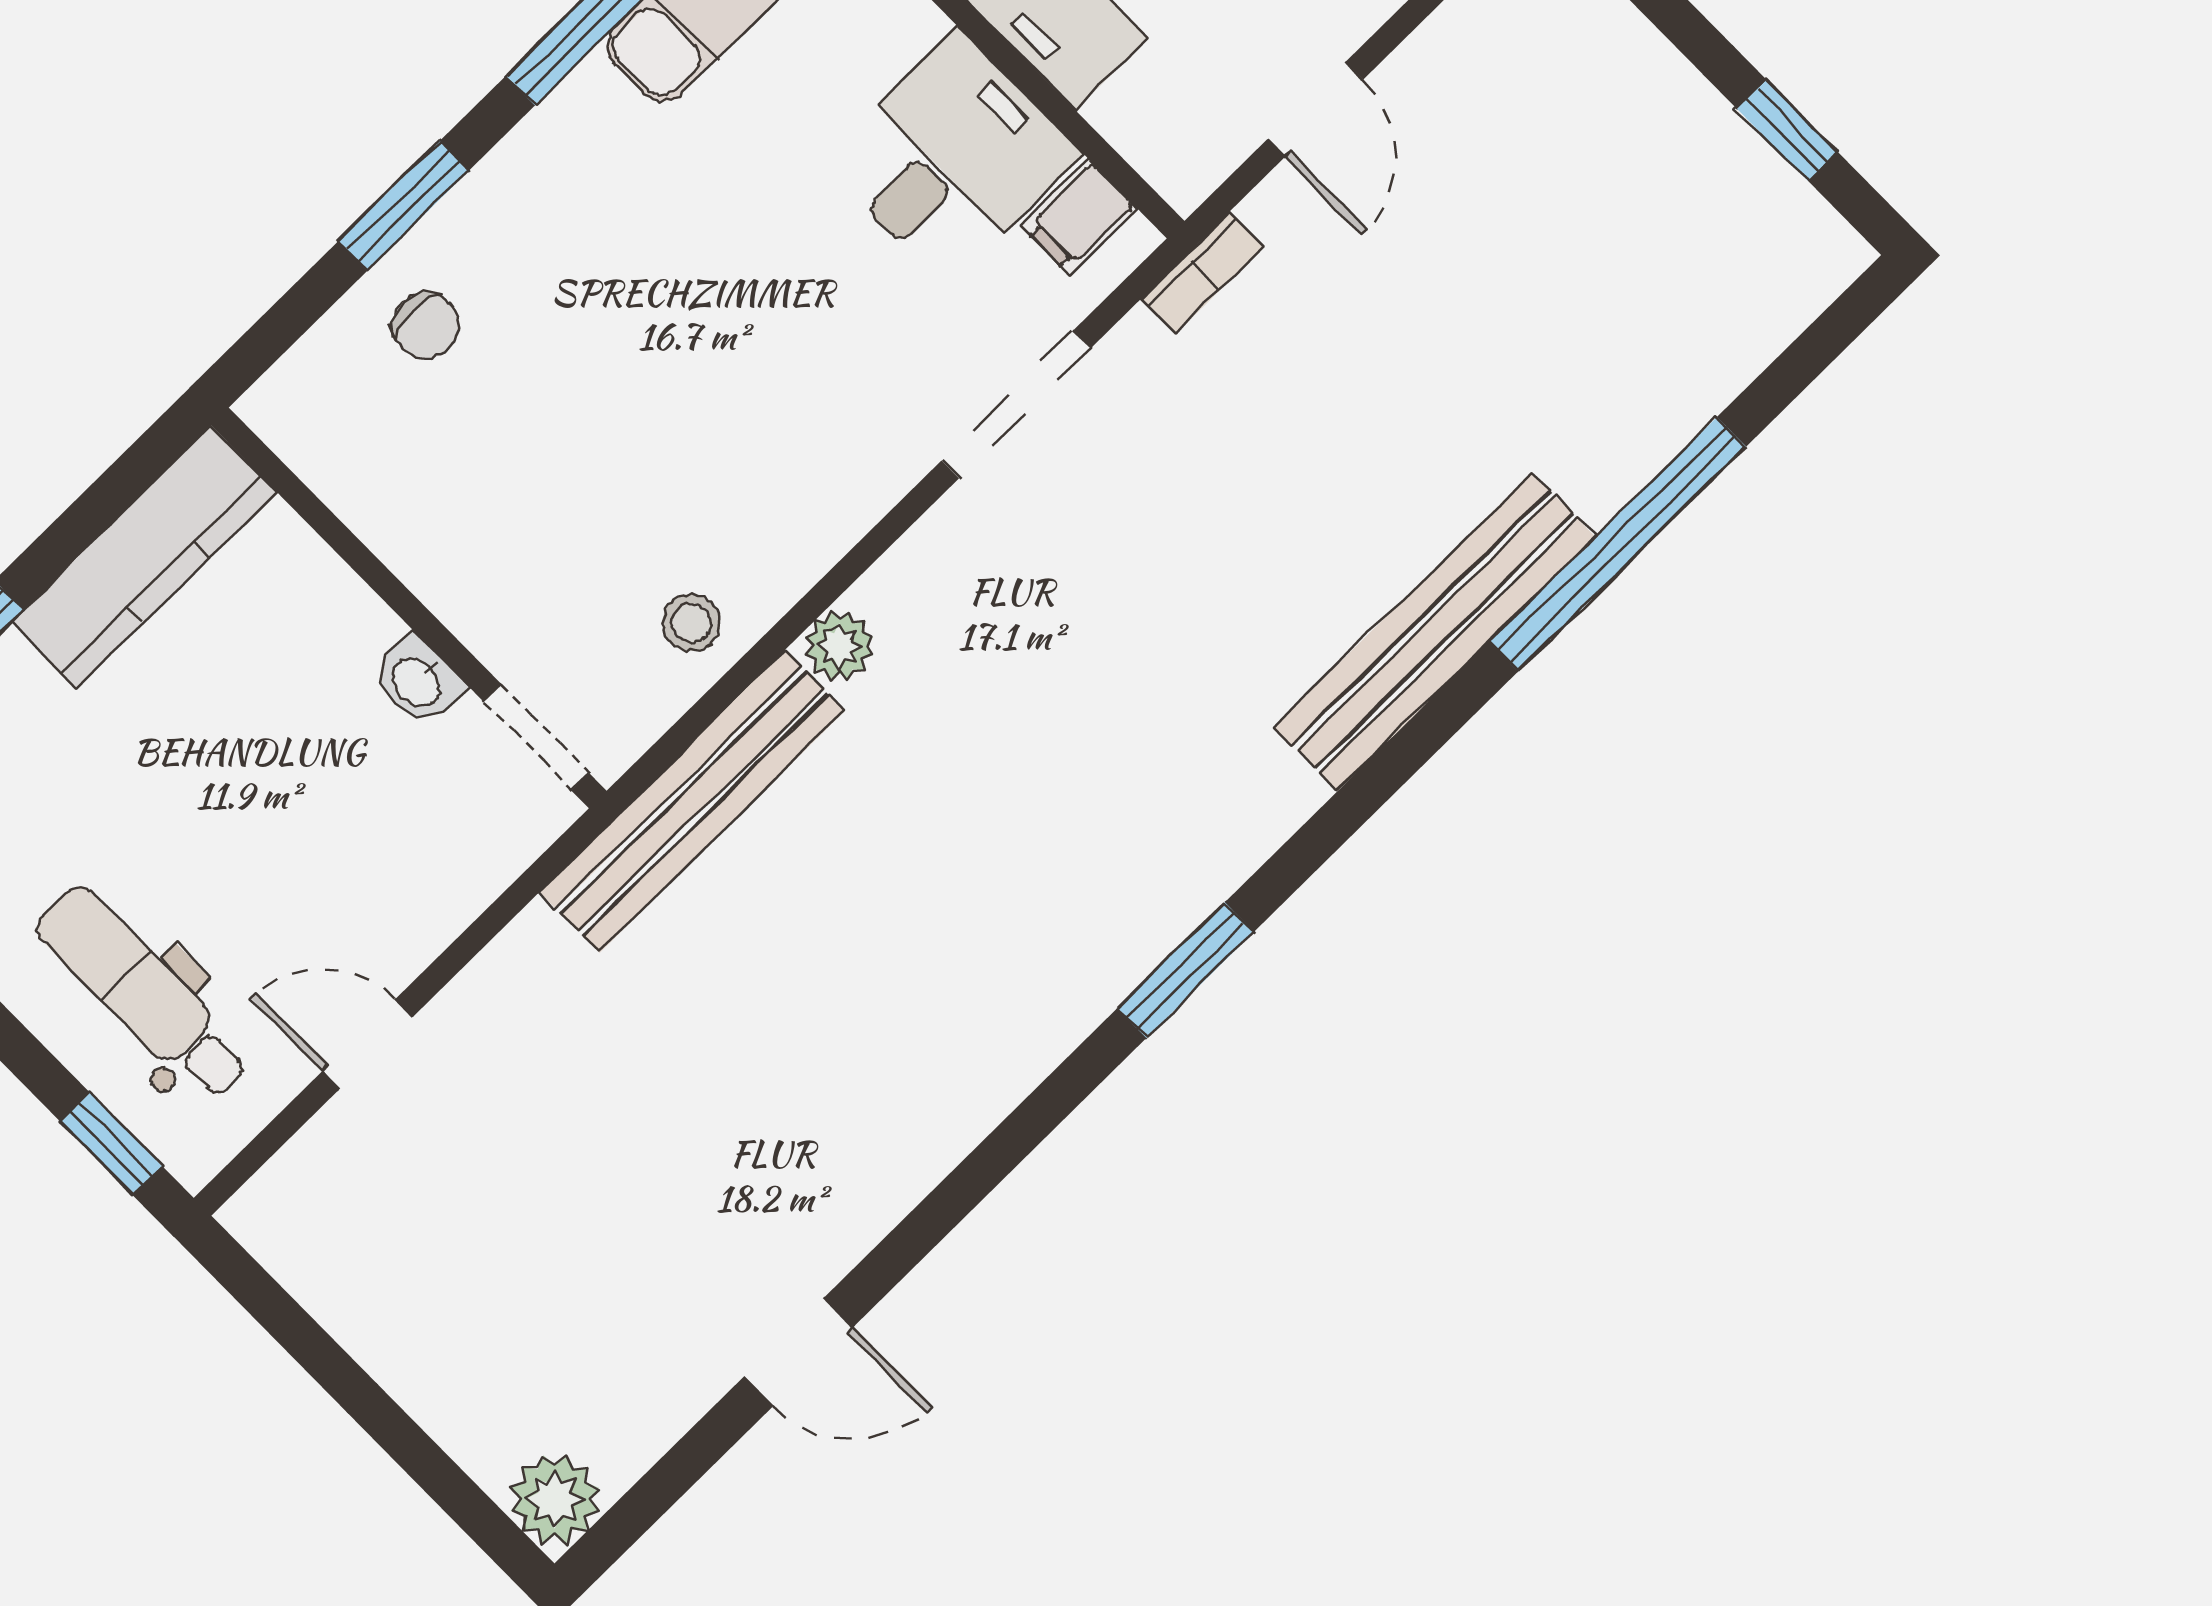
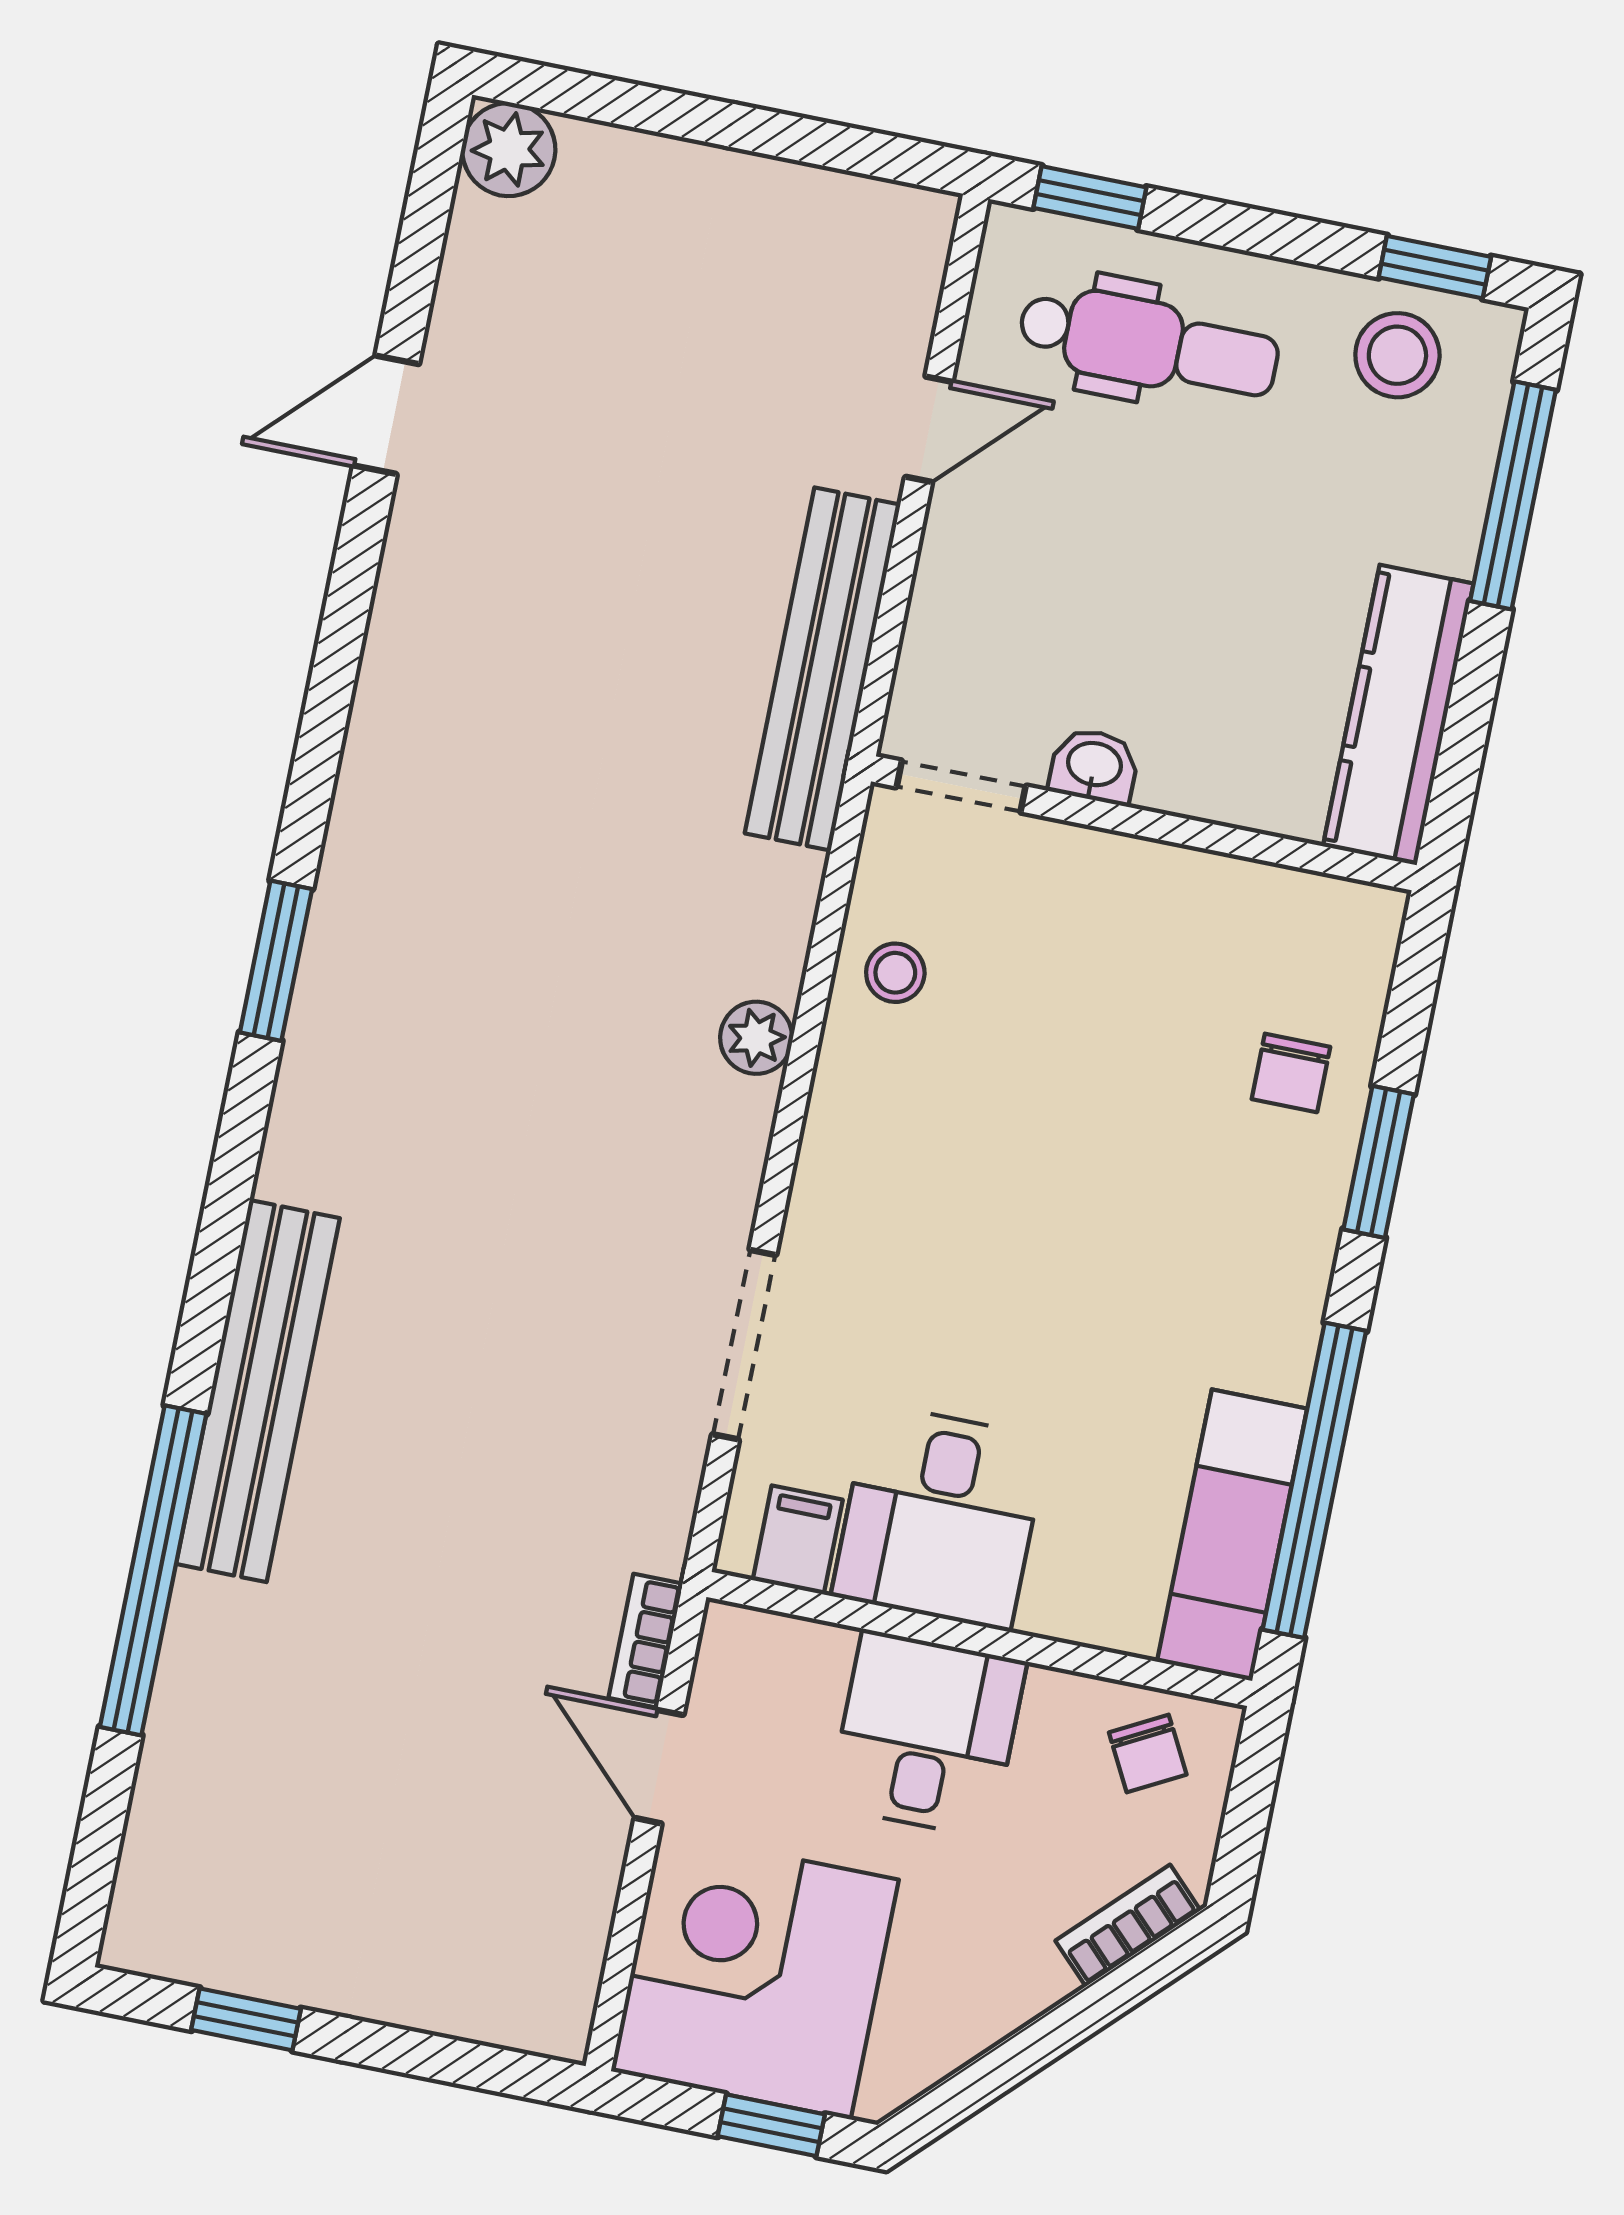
bookcase: (1202, 273) -> (646, 1641), moved
chair: (426, 326) -> (1291, 1073), turned -90
bench: (692, 802) -> (823, 669), moved

